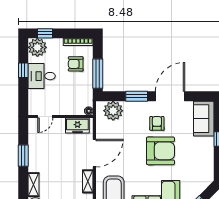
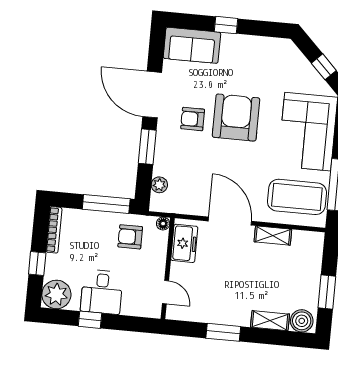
window: (45, 33) -> (37, 264), moved
armchair: (76, 64) -> (130, 237), moved, turned 90
plant: (113, 111) -> (159, 185), width x0.53, depth x0.53

